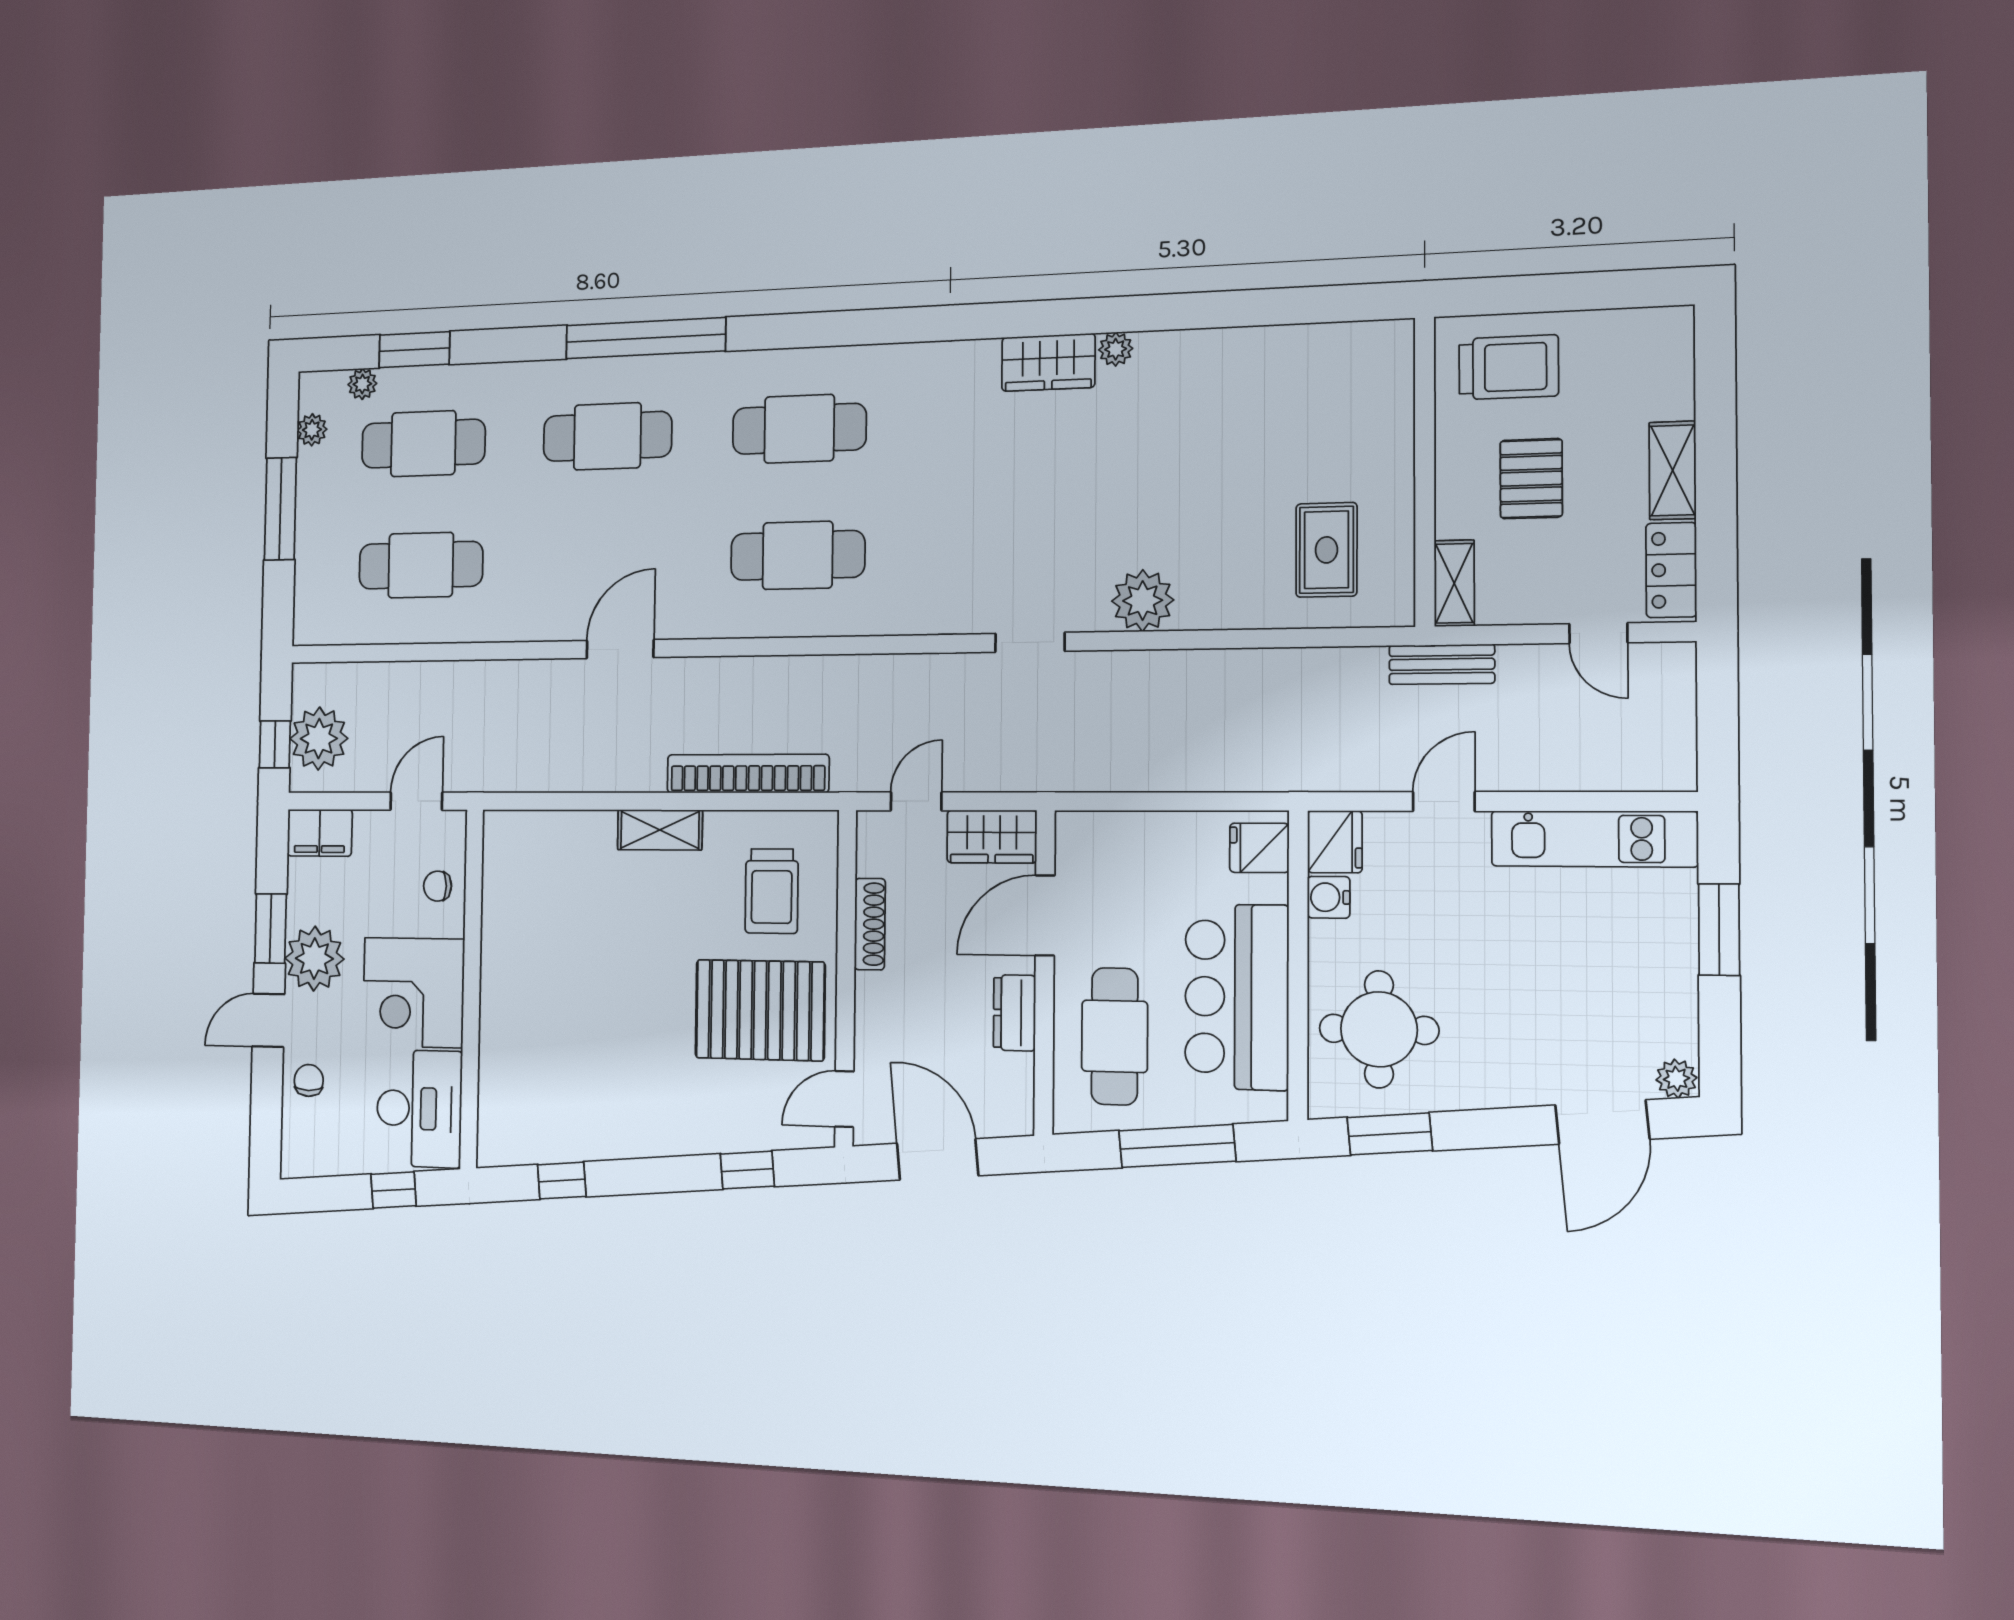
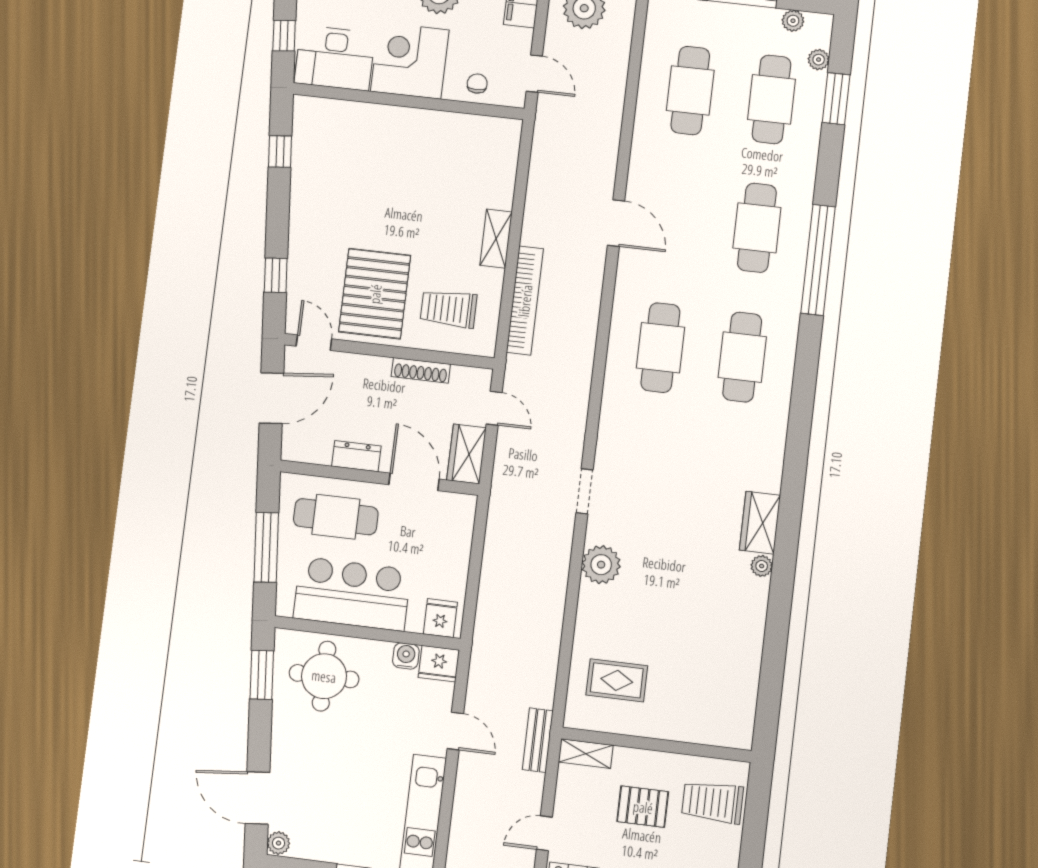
trolley: (1509, 367) -> (712, 802), turned 90

